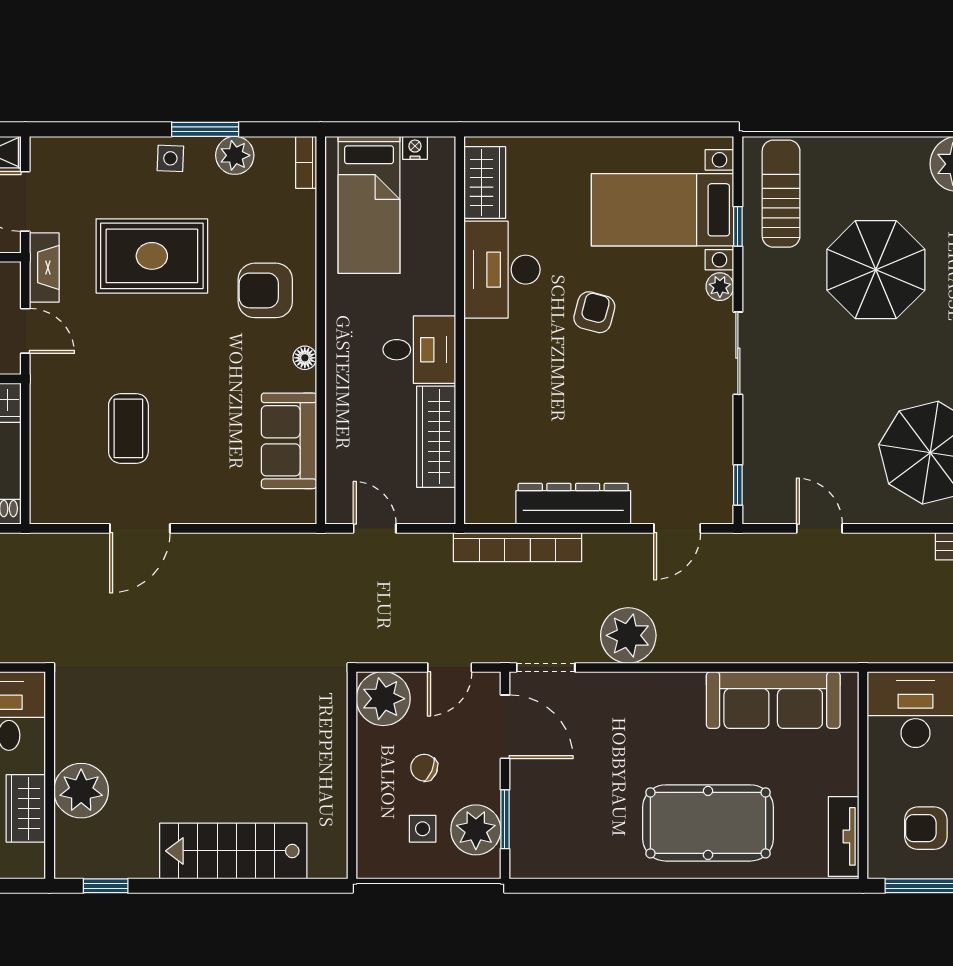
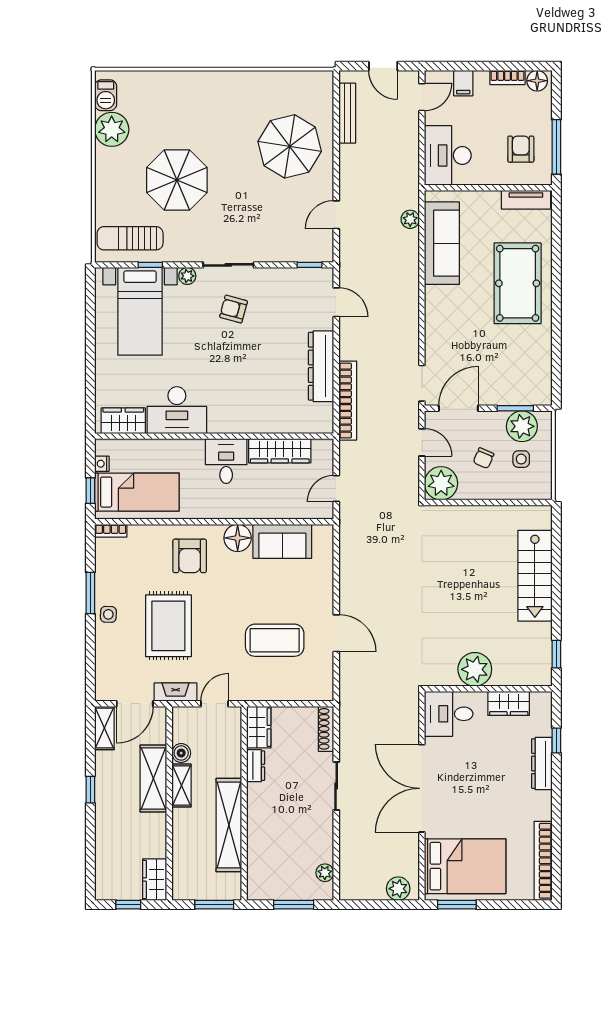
window: (371, 129) -> (90, 491), added
plant: (235, 155) -> (106, 575), removed
armchair: (594, 312) -> (233, 309), moved
floor lamp: (305, 358) -> (238, 538), width x1.89, depth x1.89
coffee table: (128, 428) -> (275, 640), width x1.36, depth x1.32
plant: (628, 635) -> (410, 219), moved, width x0.53, depth x0.53
plant: (81, 791) -> (475, 669), moved
armchair: (926, 828) -> (521, 149), turned 180

